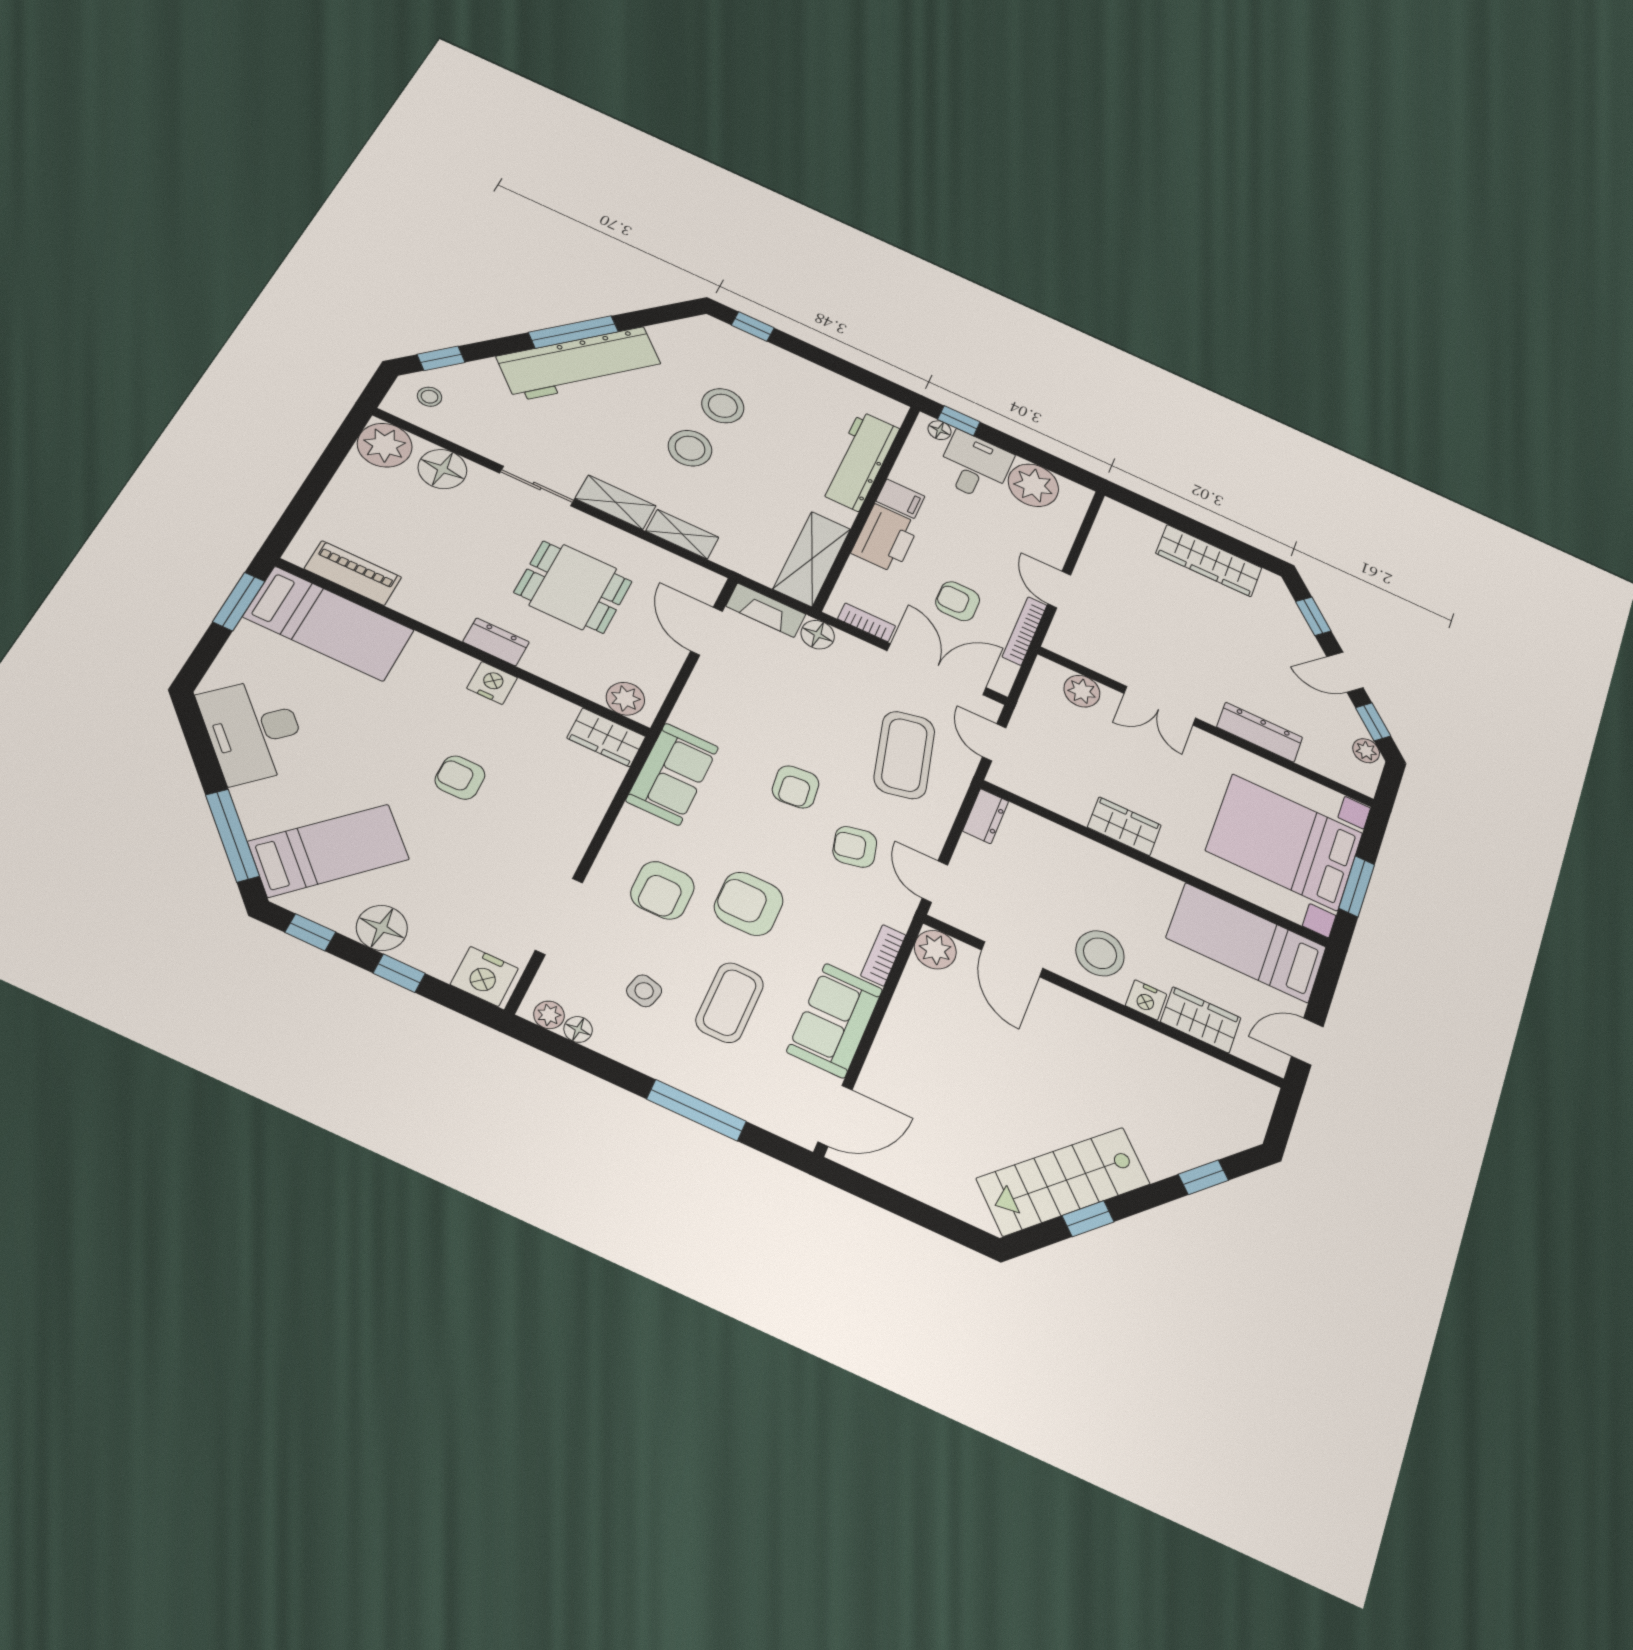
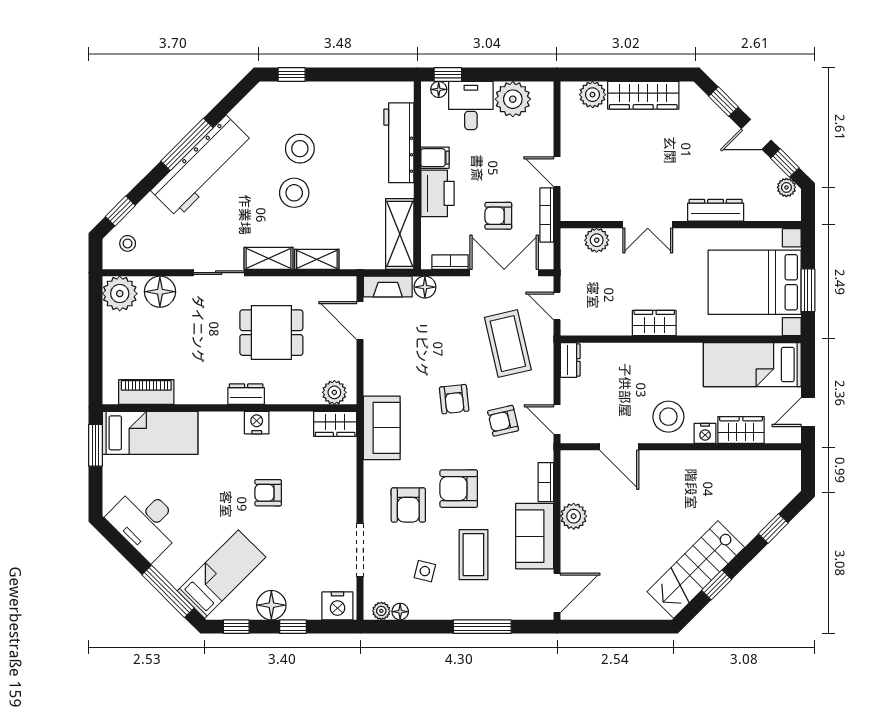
plant: (1141, 529) -> (593, 95), added
plant: (935, 950) -> (574, 516), moved

